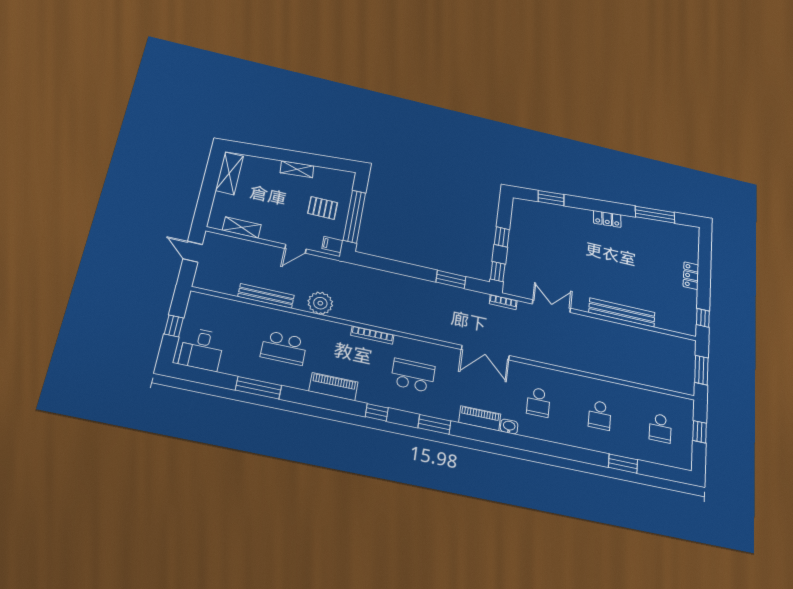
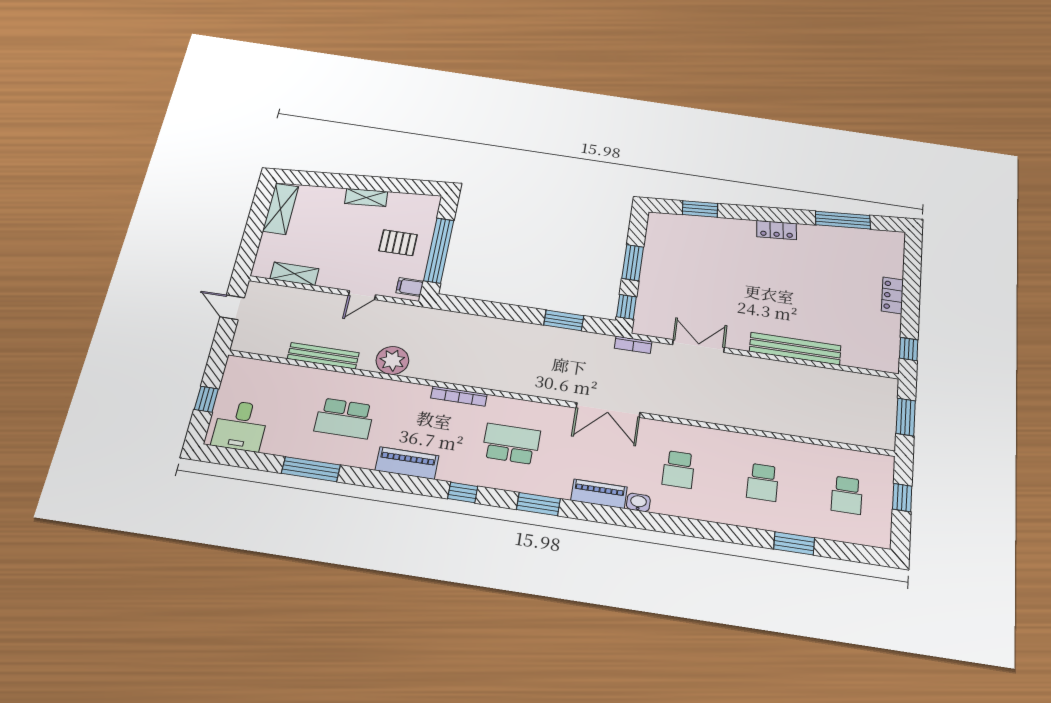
window: (502, 237) -> (633, 263), width x1.50

